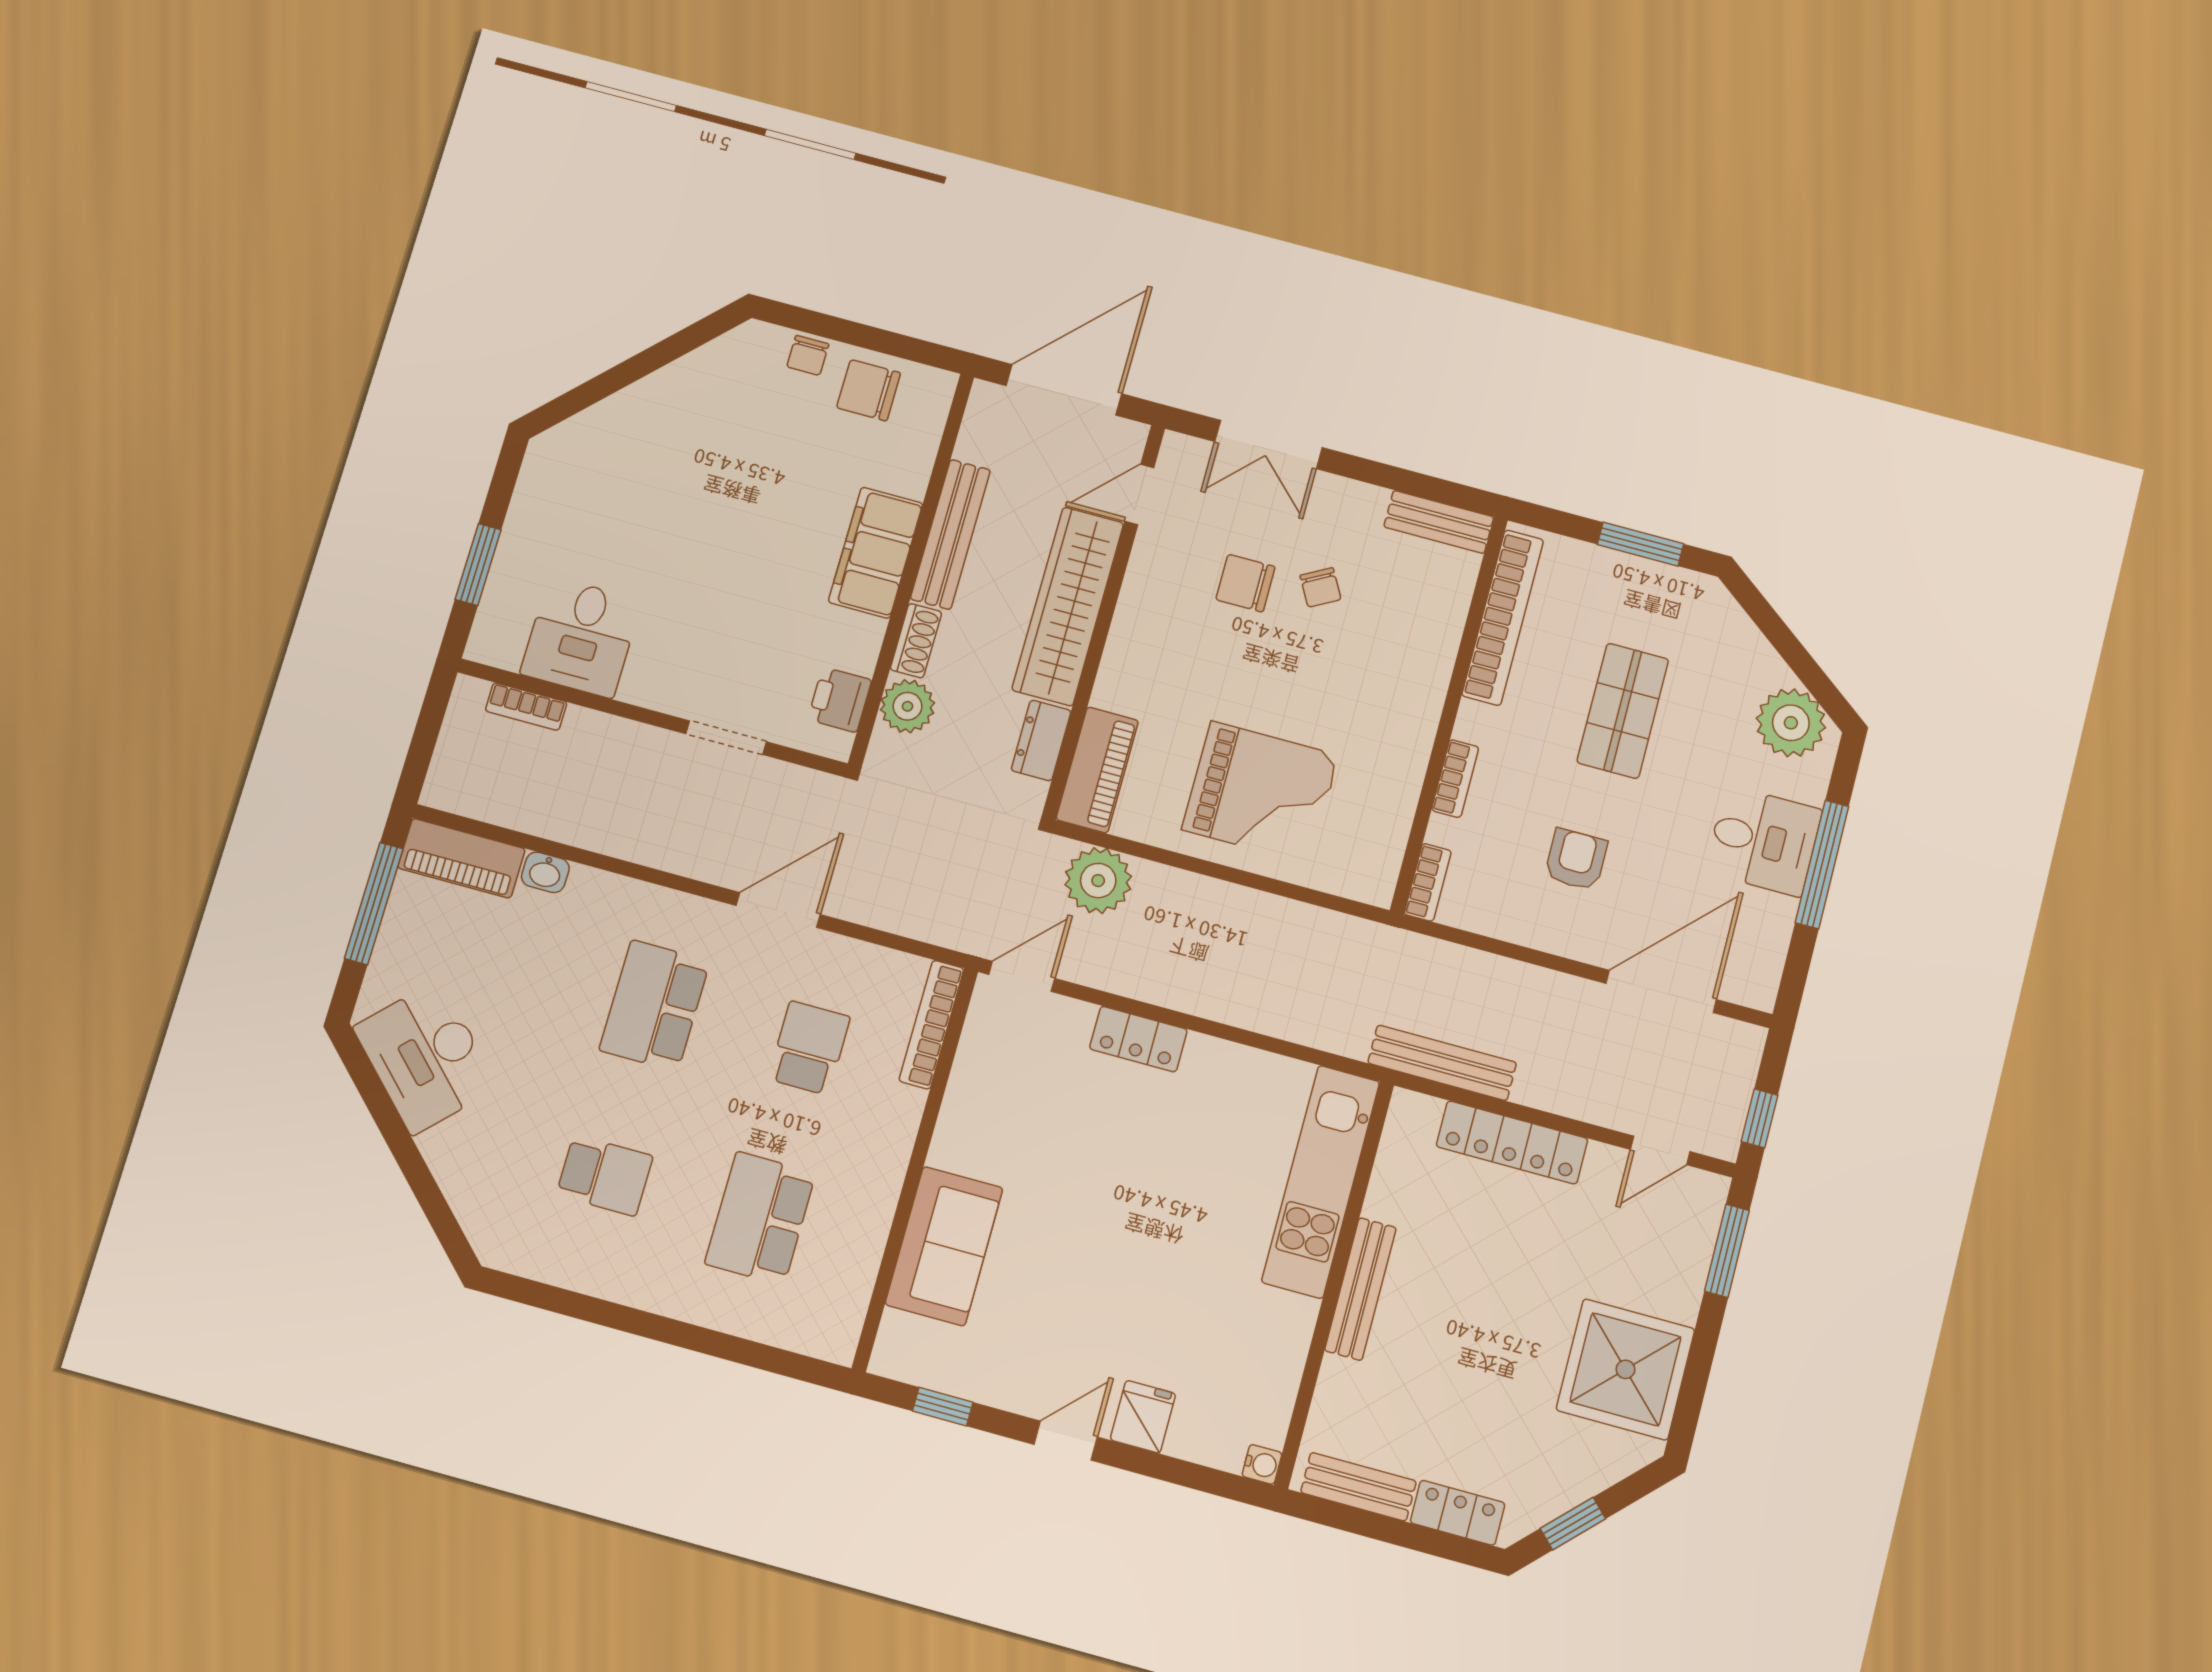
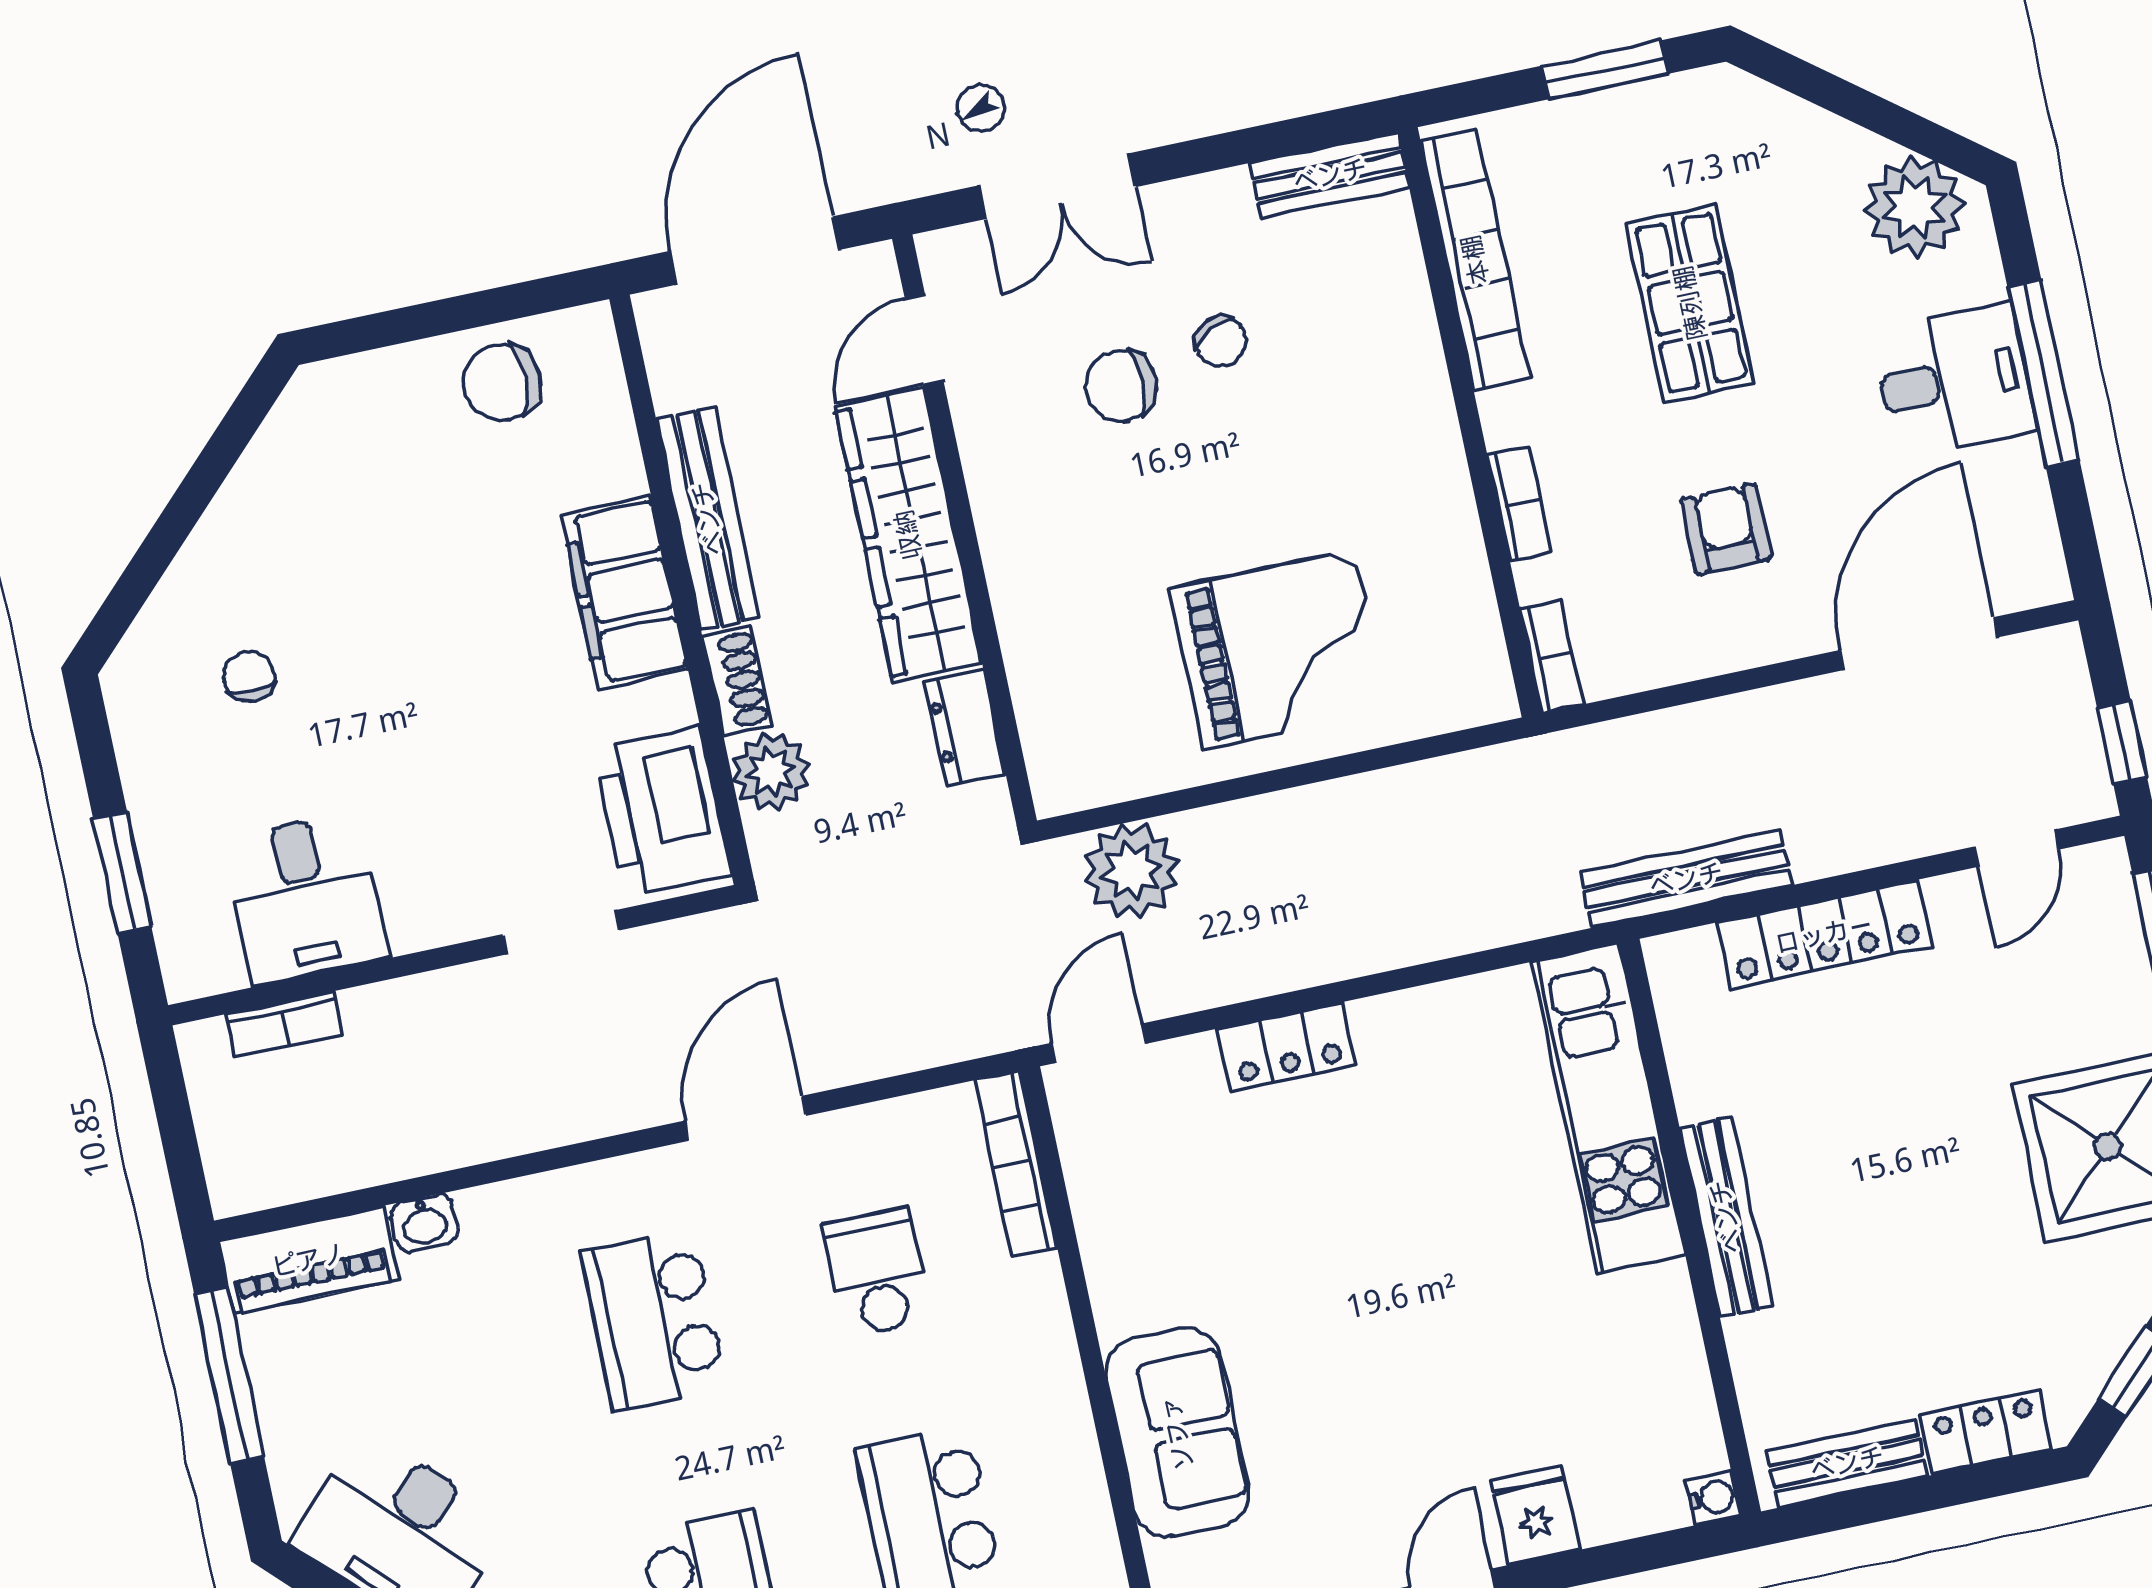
chair: (808, 355) -> (249, 676), moved, turned 180
printer: (840, 700) -> (663, 812), width x1.87, depth x1.48
piano: (1097, 770) -> (1057, 729), removed

